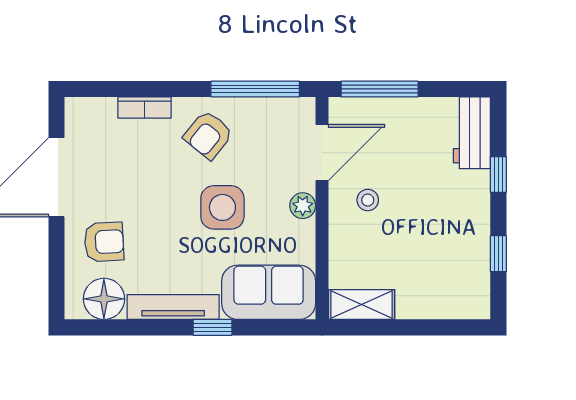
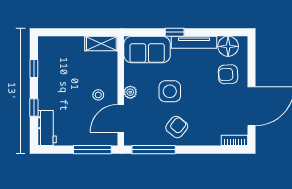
bookcase: (144, 108) -> (234, 140), moved

